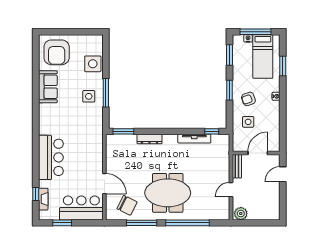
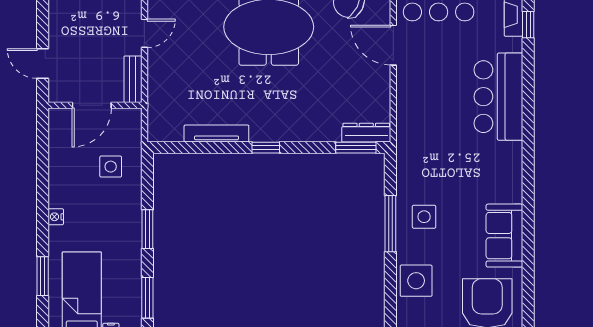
armchair: (248, 99) -> (110, 212), removed
window: (212, 131) -> (266, 148), moved
dresser: (149, 139) -> (366, 133), moved
door: (283, 174) -> (43, 64), swing flipped

